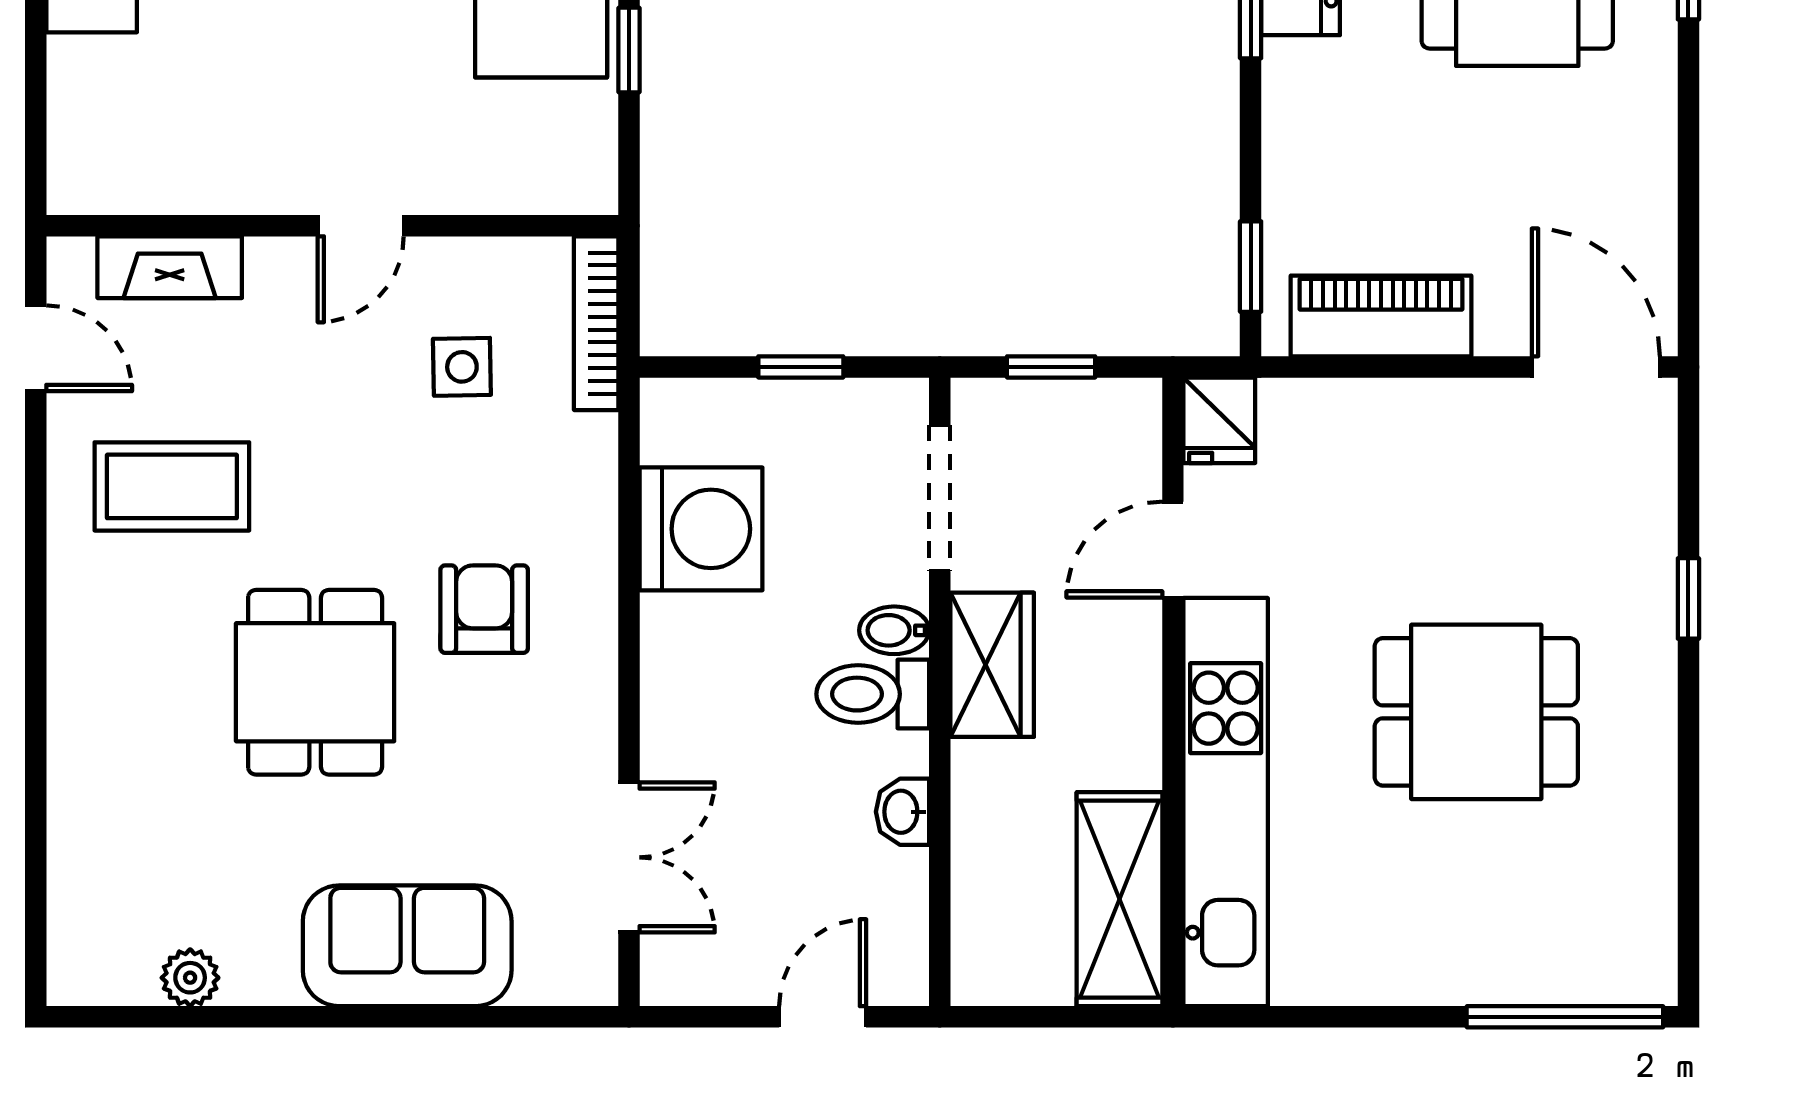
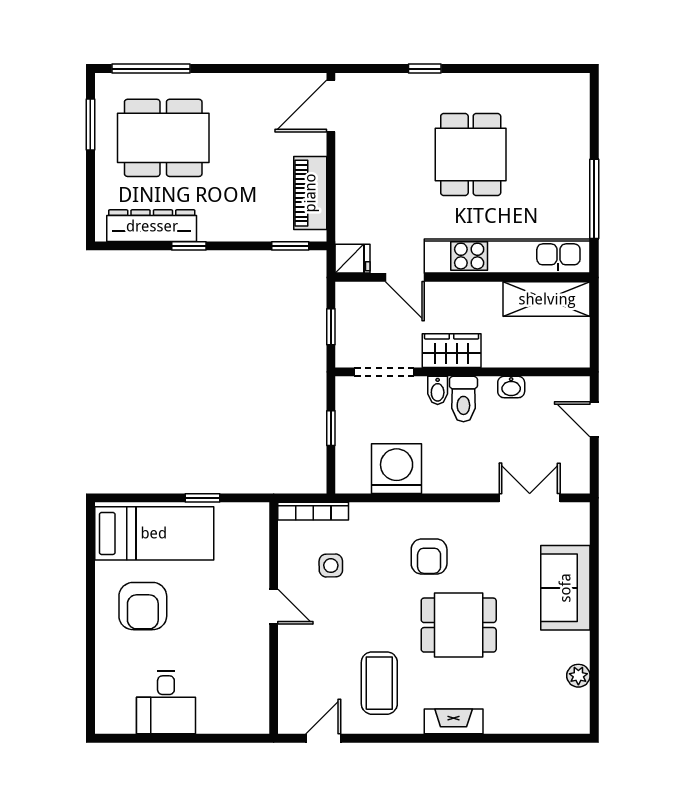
fireplace: (170, 267) -> (454, 721), moved, turned -90
armchair: (484, 609) -> (429, 557), turned -90
window: (1565, 1017) -> (594, 199), moved

